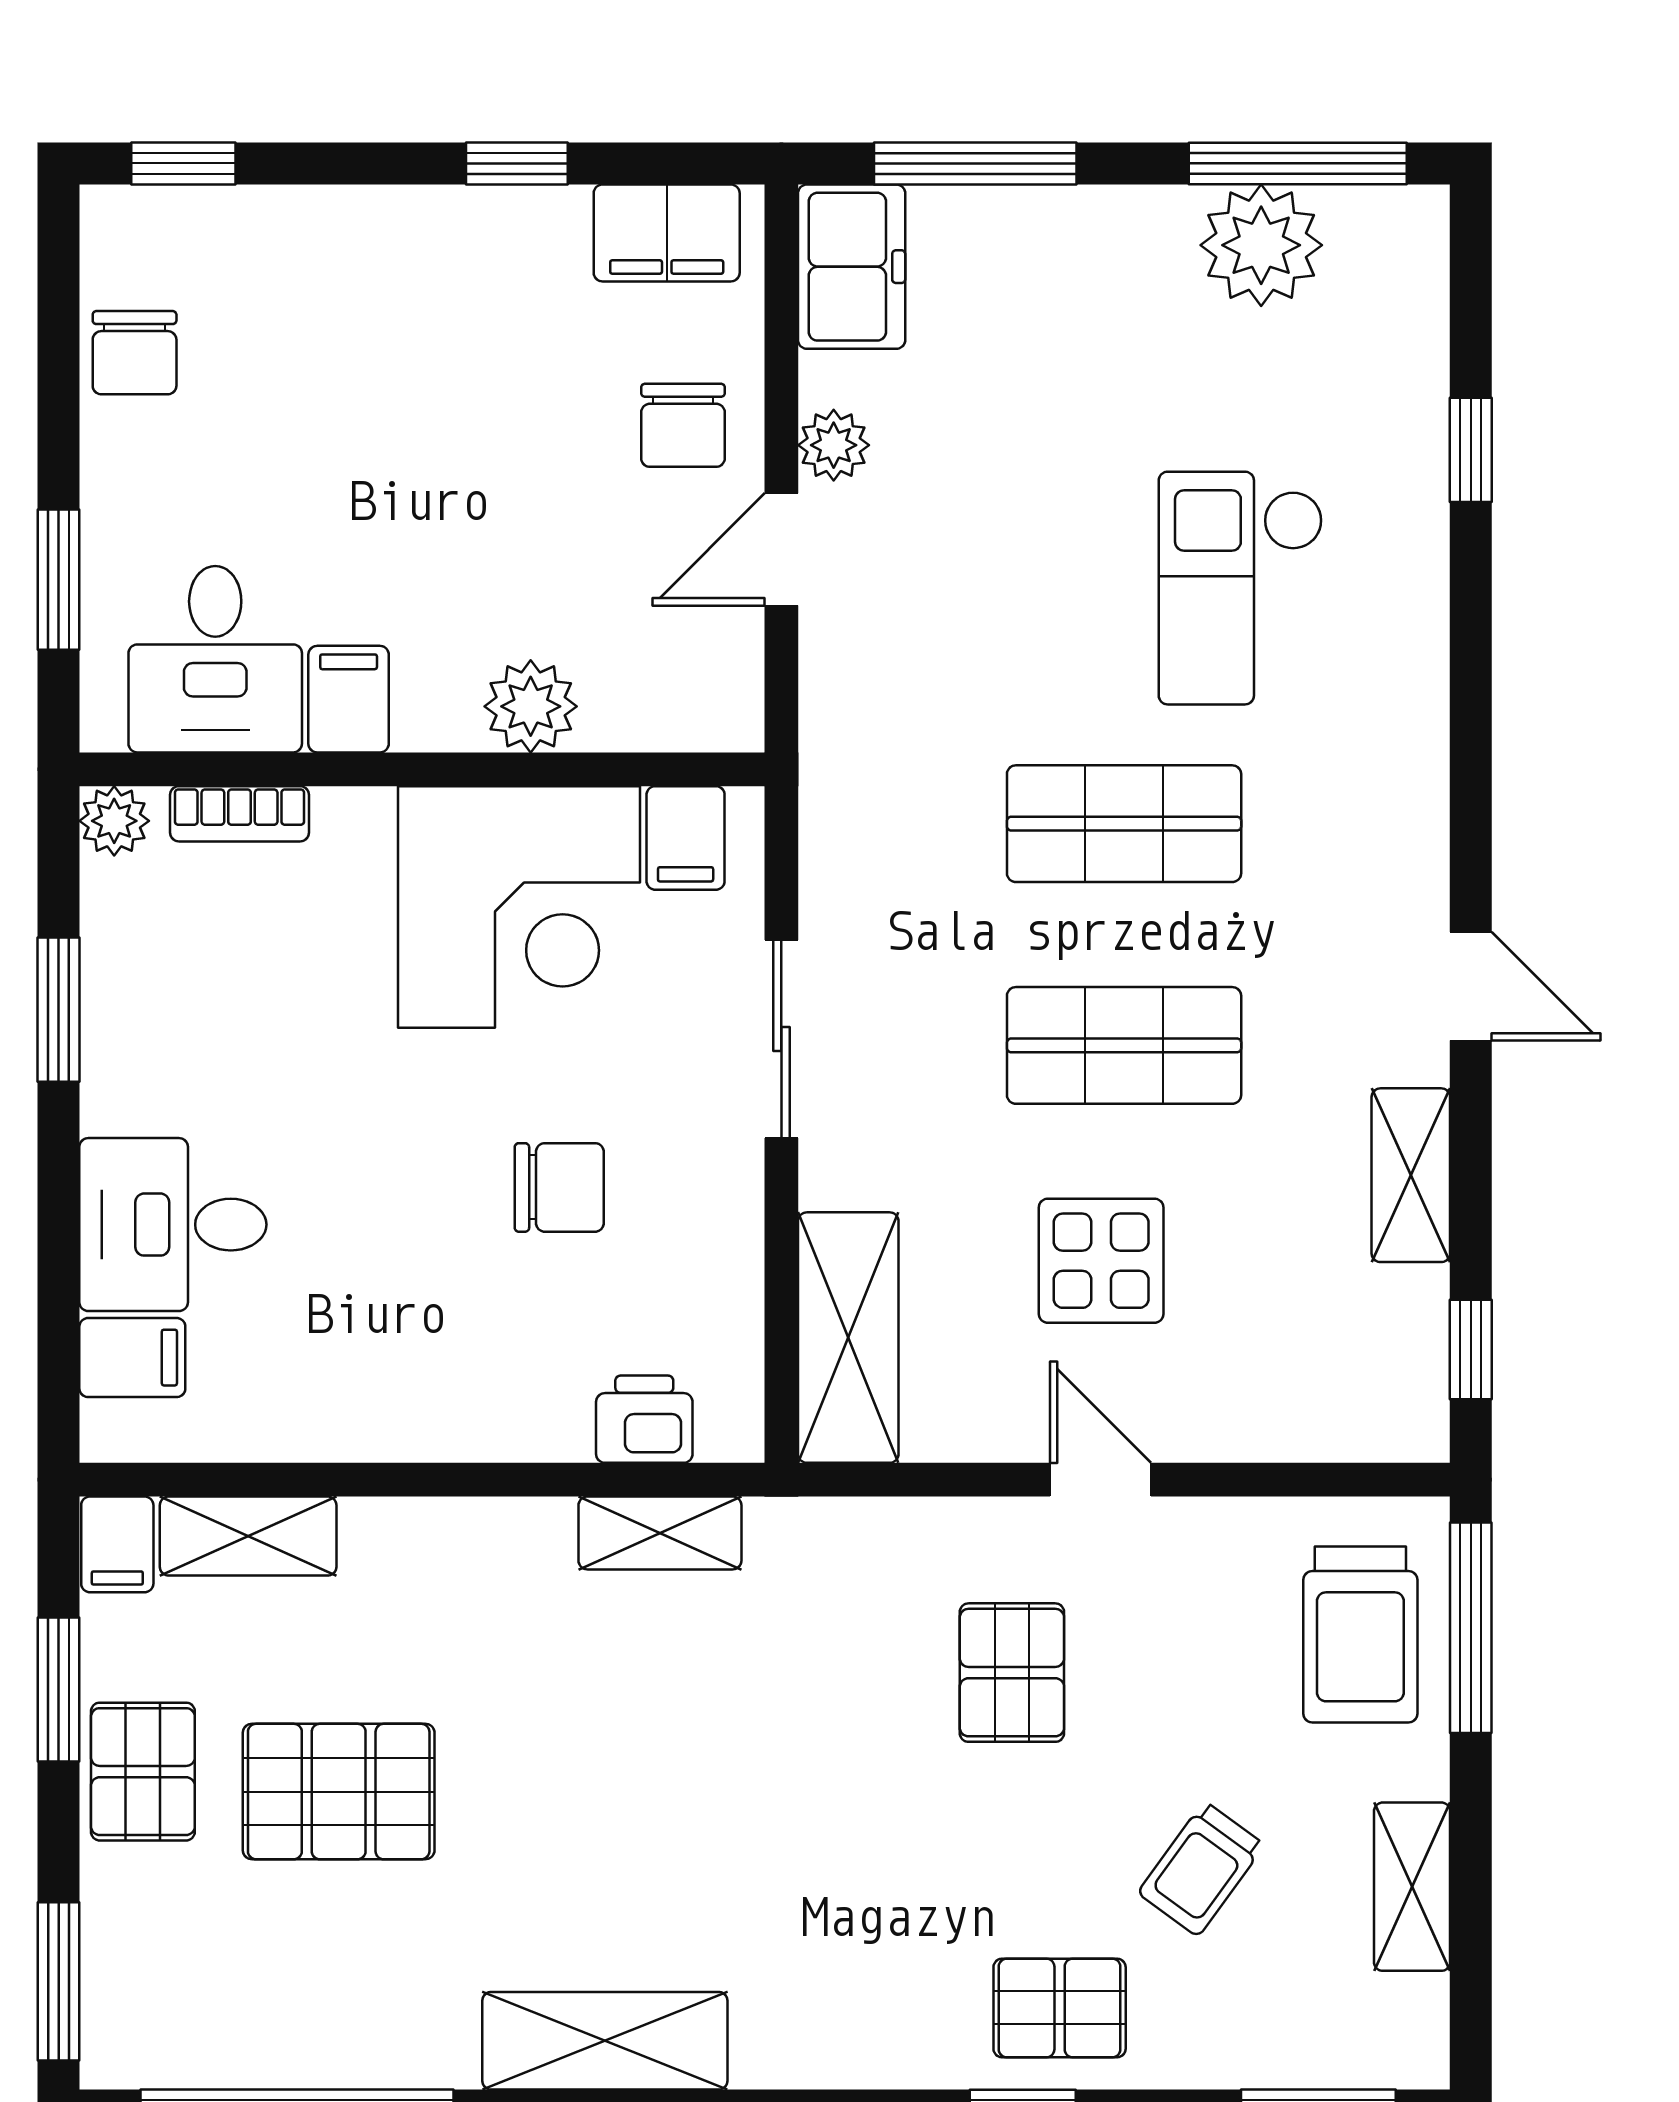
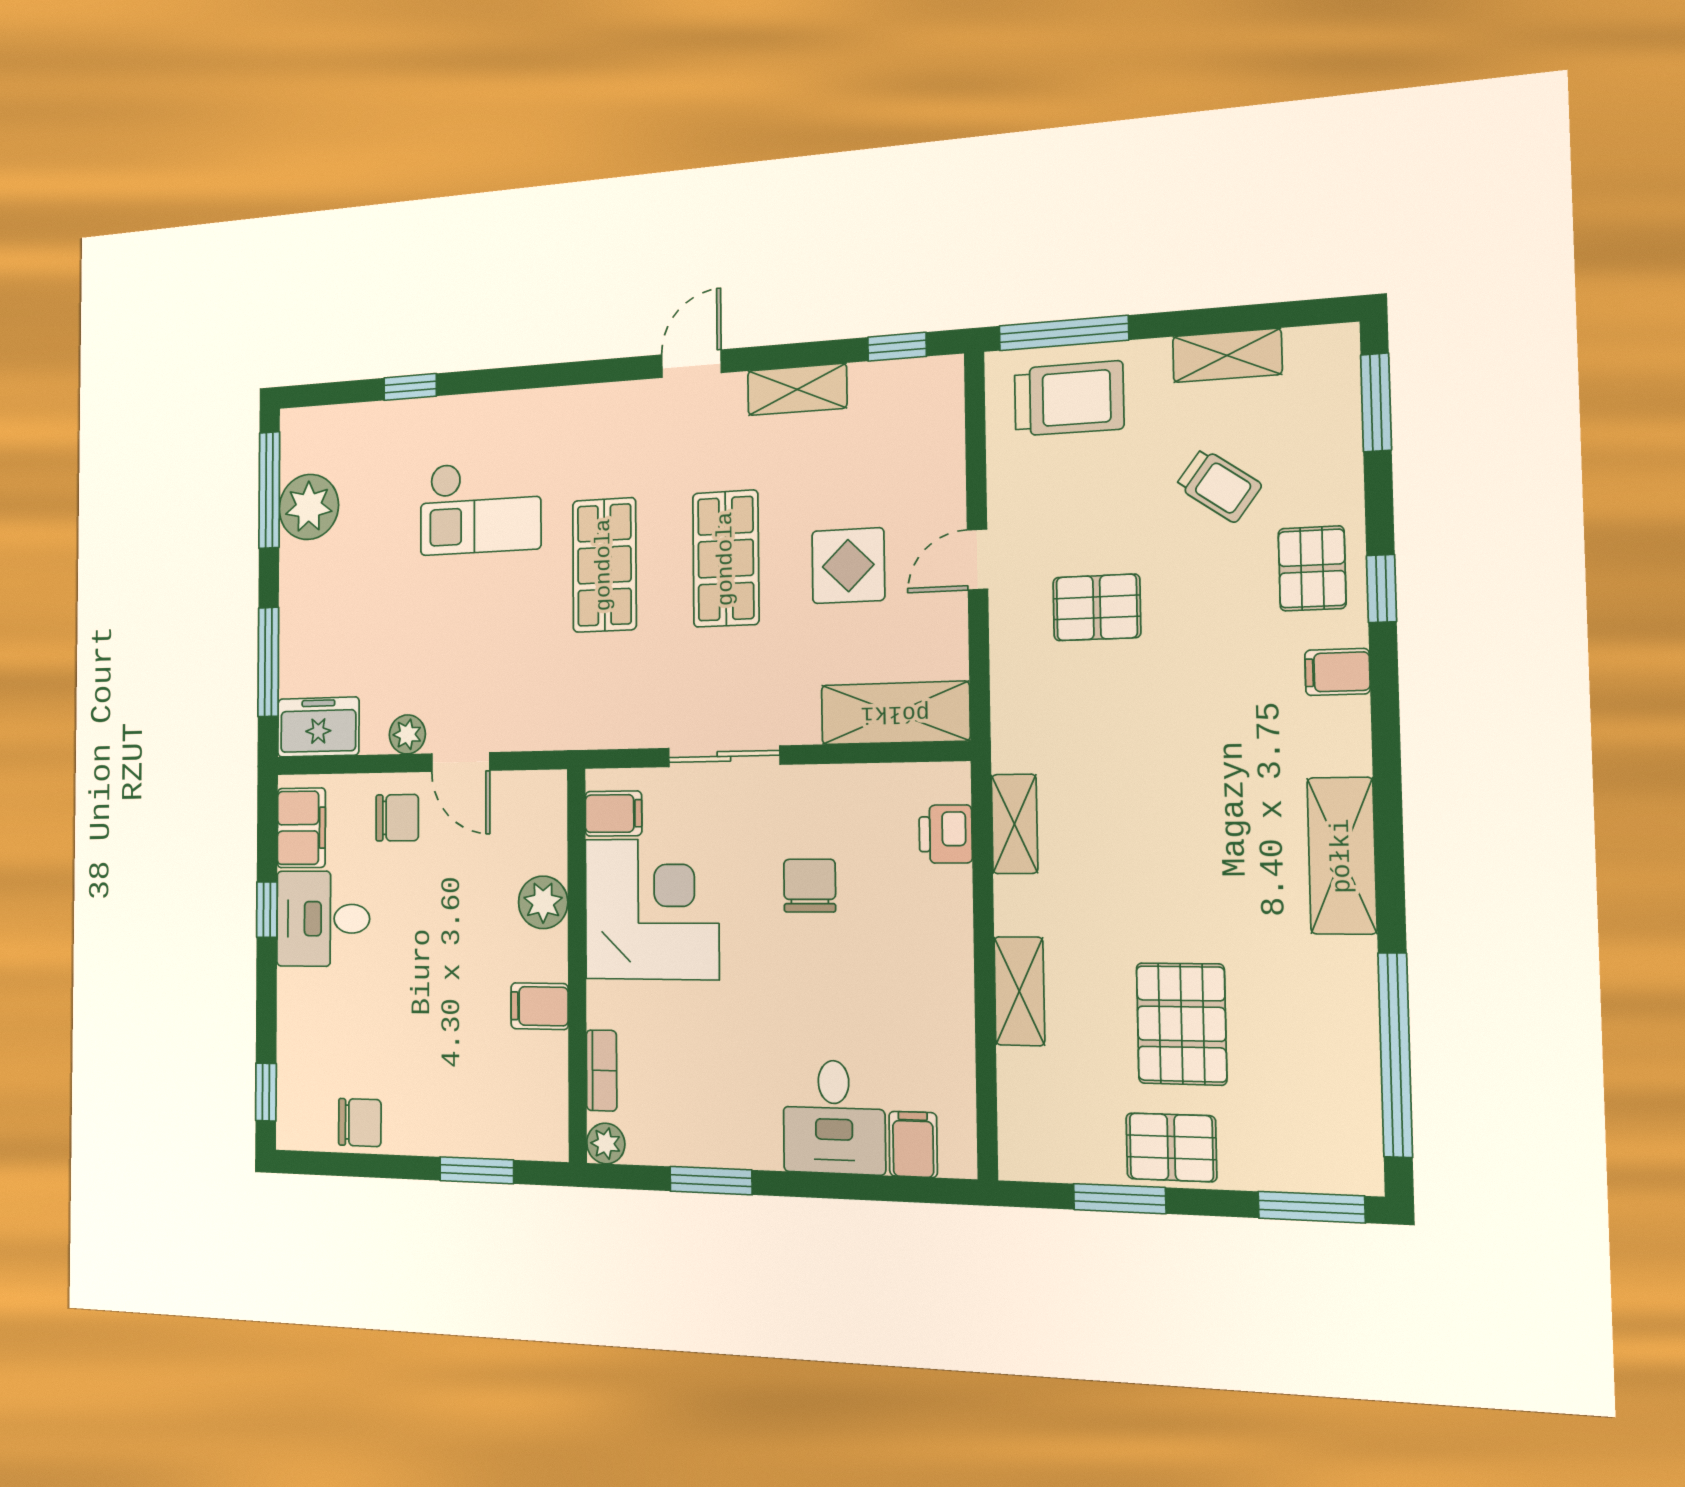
desk: (215, 659) -> (323, 919), moved, turned 180
shelving: (248, 1536) -> (1019, 991), moved
filing cabinet: (117, 1544) -> (1337, 672), moved, turned 180

